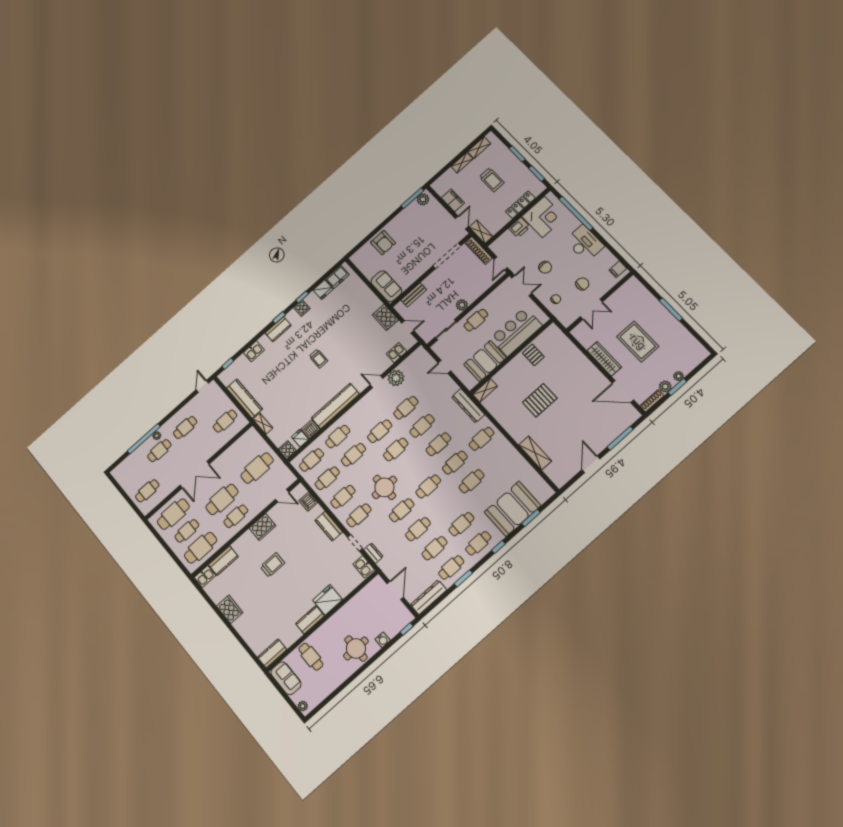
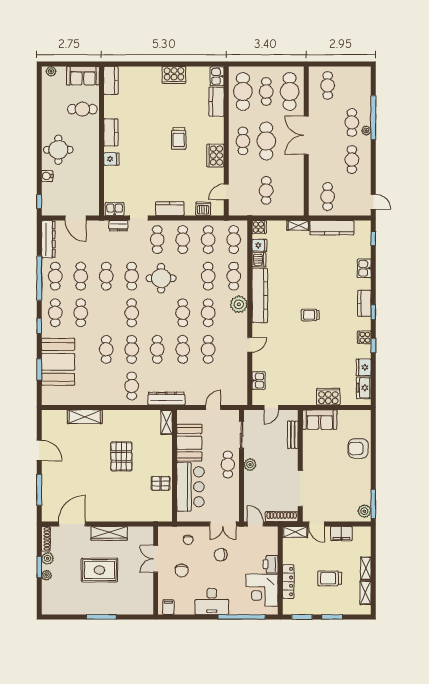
cooker: (385, 317) -> (328, 397), moved
plant: (396, 378) -> (239, 304), moved
cafe table: (257, 468) -> (266, 191), width x0.73, depth x0.74
window: (463, 578) -> (39, 278), width x2.11
fridge: (328, 600) -> (111, 159), width x0.53, depth x0.75

